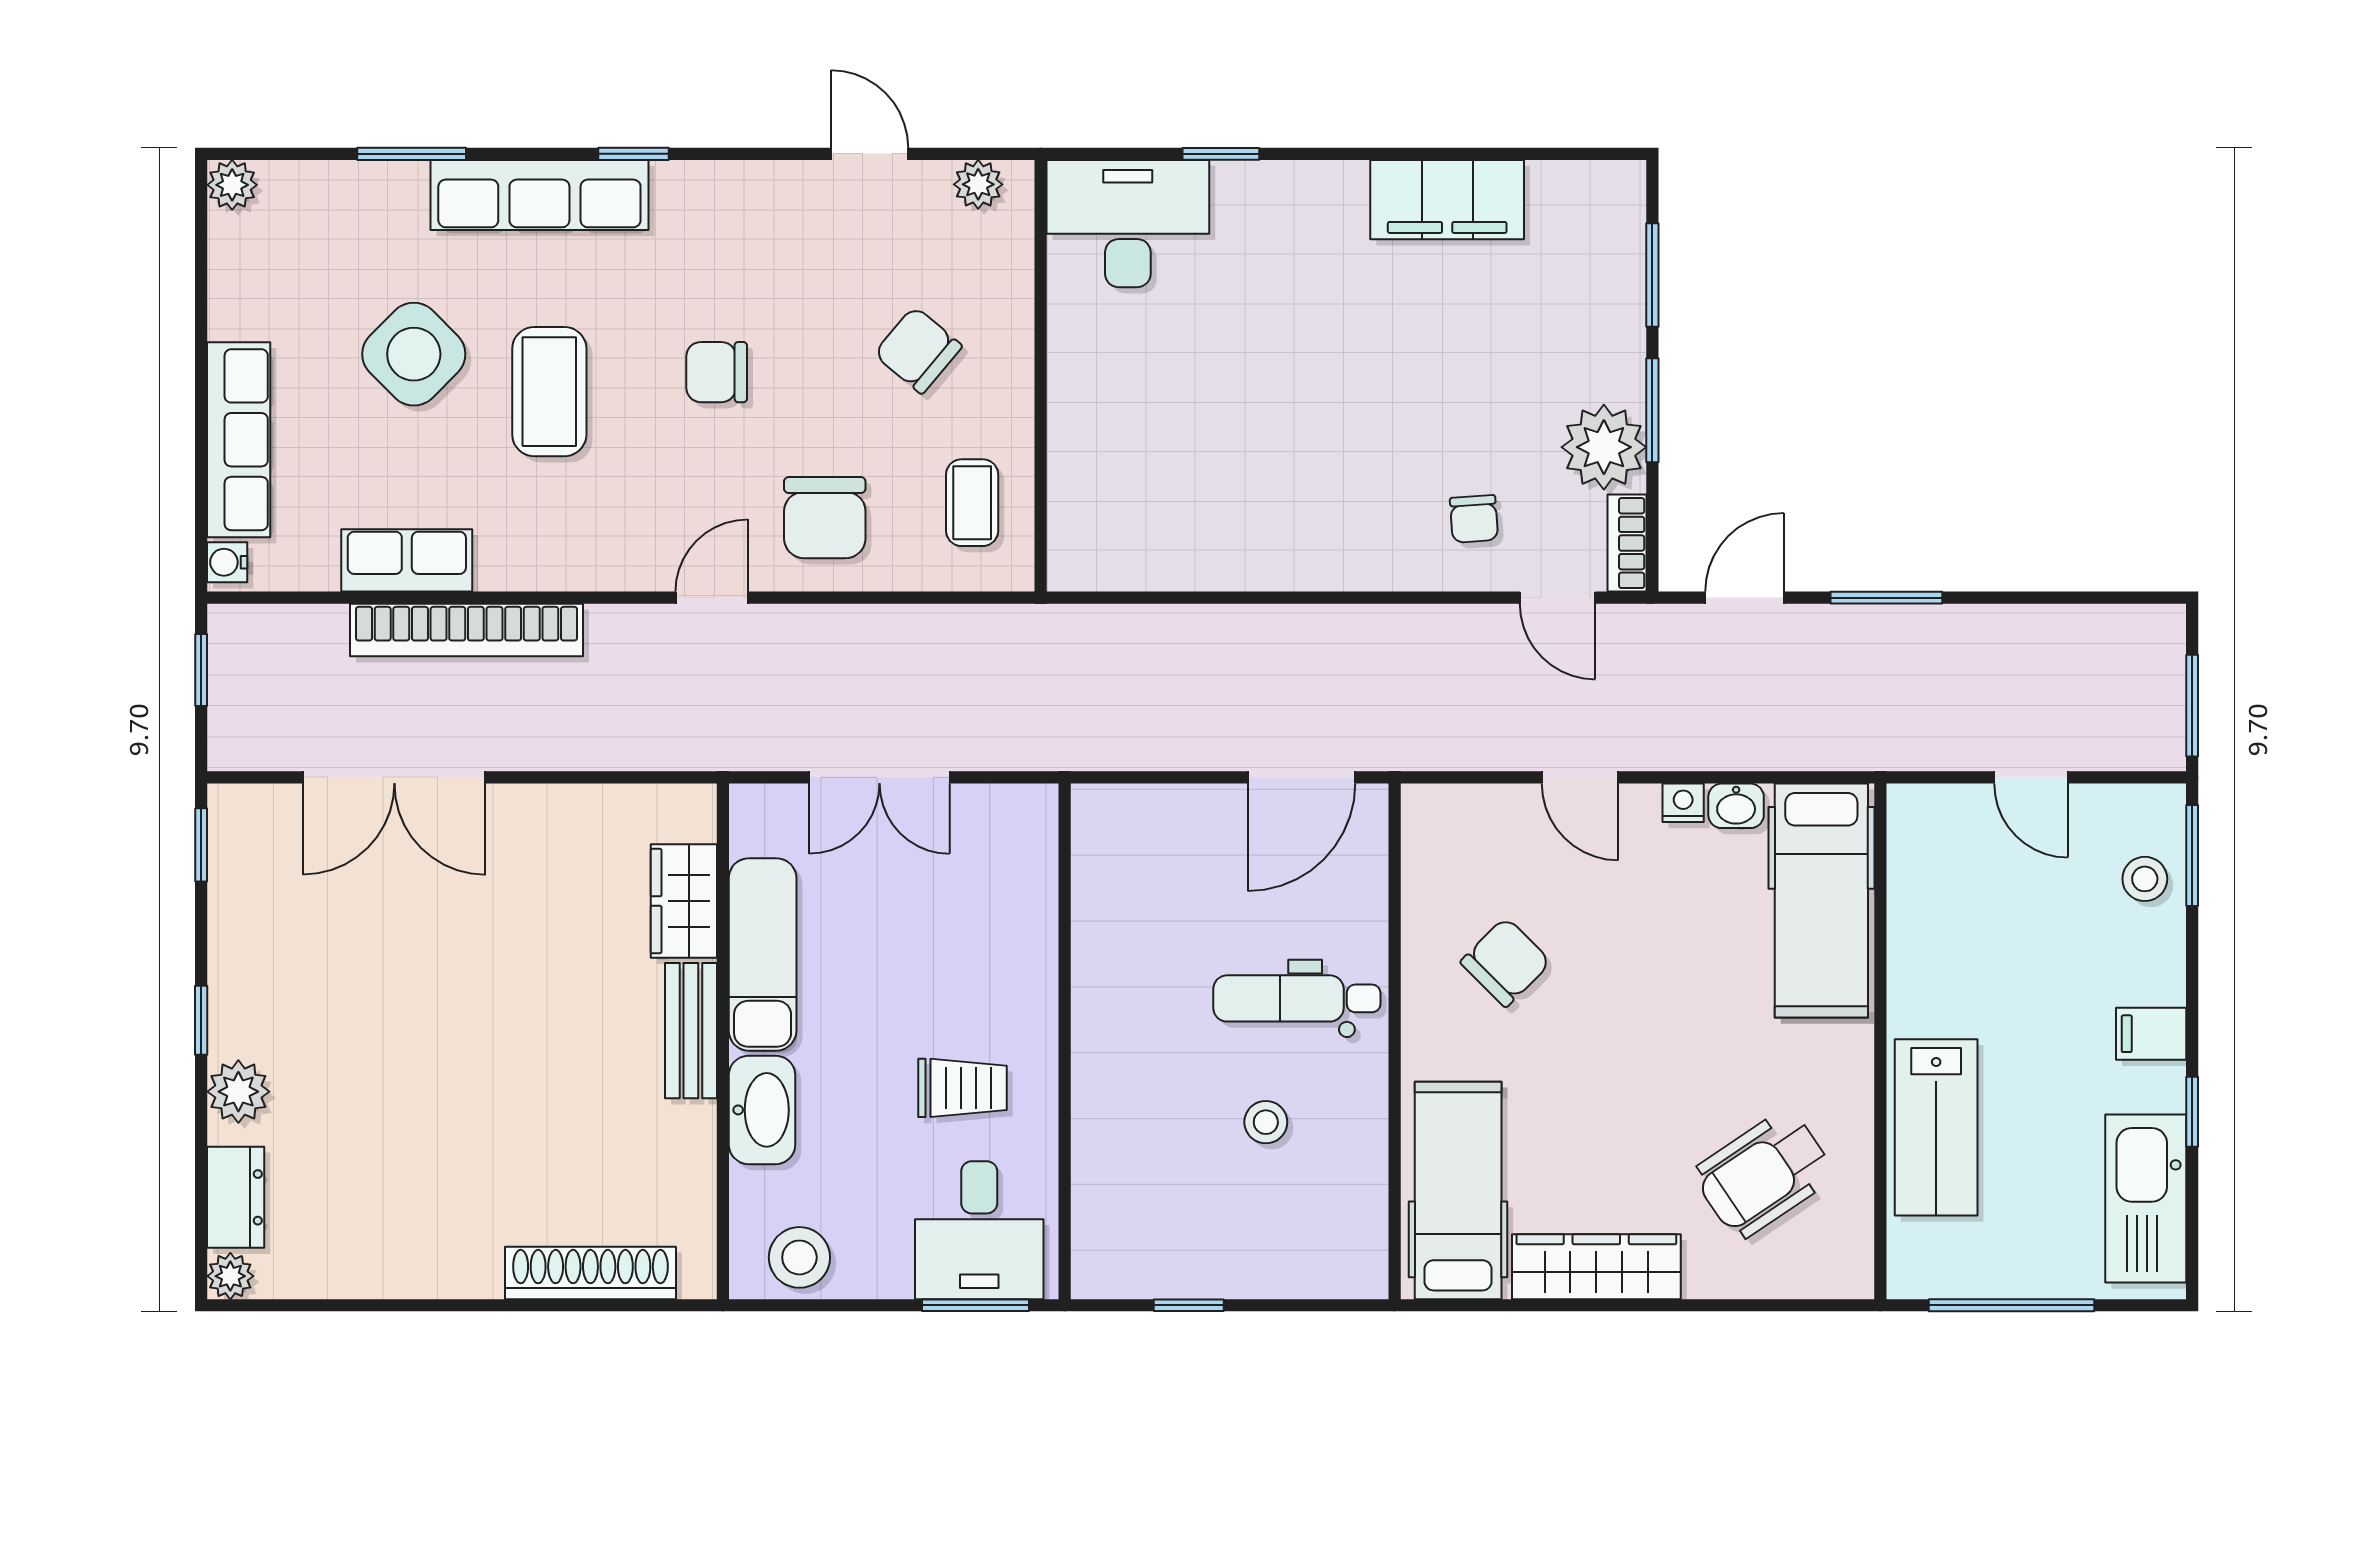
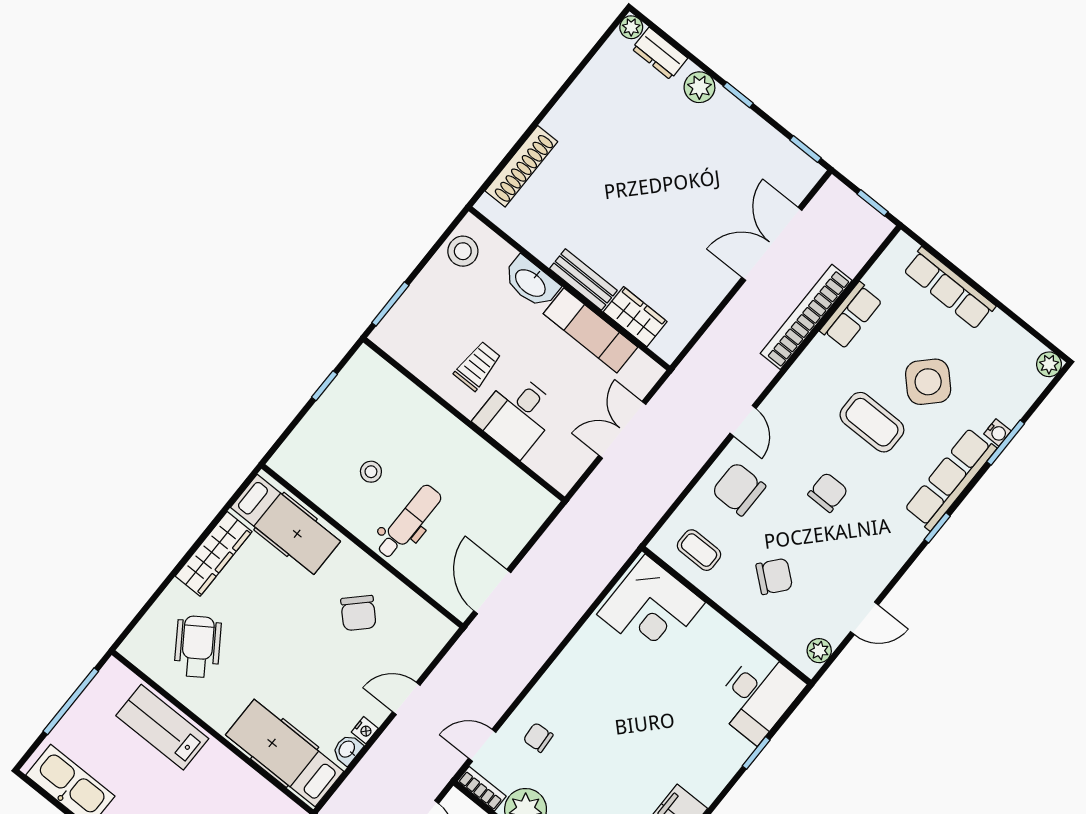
corner desk: (1126, 504) -> (651, 608), added
water cooler: (227, 562) -> (997, 432), moved, turned 90
trolley: (962, 1088) -> (478, 366), turned 180
desk: (979, 1230) -> (517, 415), moved, turned -90

